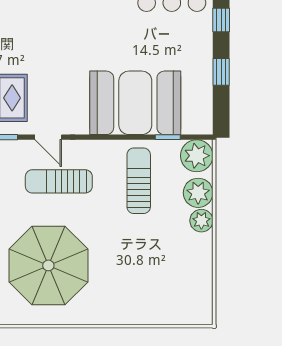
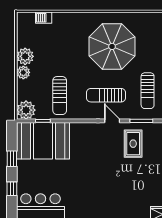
booth: (135, 103) -> (43, 141), moved
sun lounger: (59, 181) -> (106, 95), turned 180
plant: (198, 193) -> (25, 56), moved
barbecue: (166, 315) -> (44, 18), added

